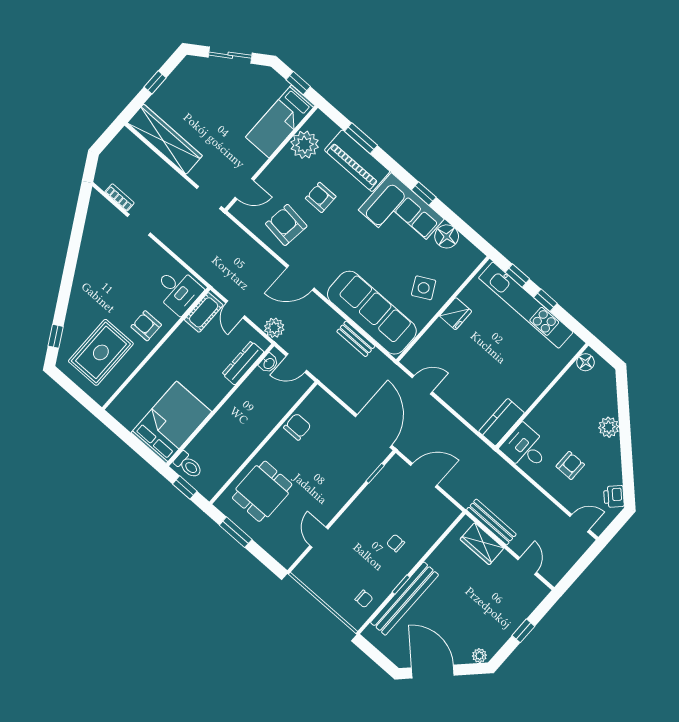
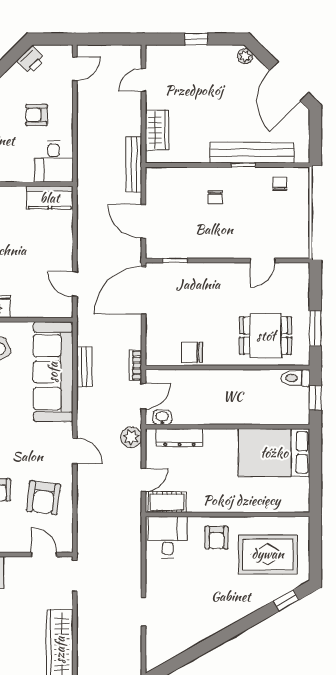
bookcase: (120, 197) -> (135, 365), moved
door: (300, 278) -> (75, 451), width x0.73
door: (296, 363) -> (143, 396), hinge flipped
toilet: (188, 465) -> (295, 378), moved, turned -90
bench: (491, 522) -> (134, 164), moved
door: (580, 523) -> (75, 69), swing flipped

